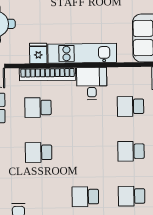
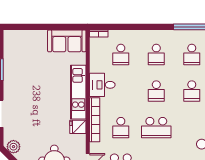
school desk: (39, 152) -> (156, 128), width x1.85
school desk: (85, 152) -> (156, 91), added

